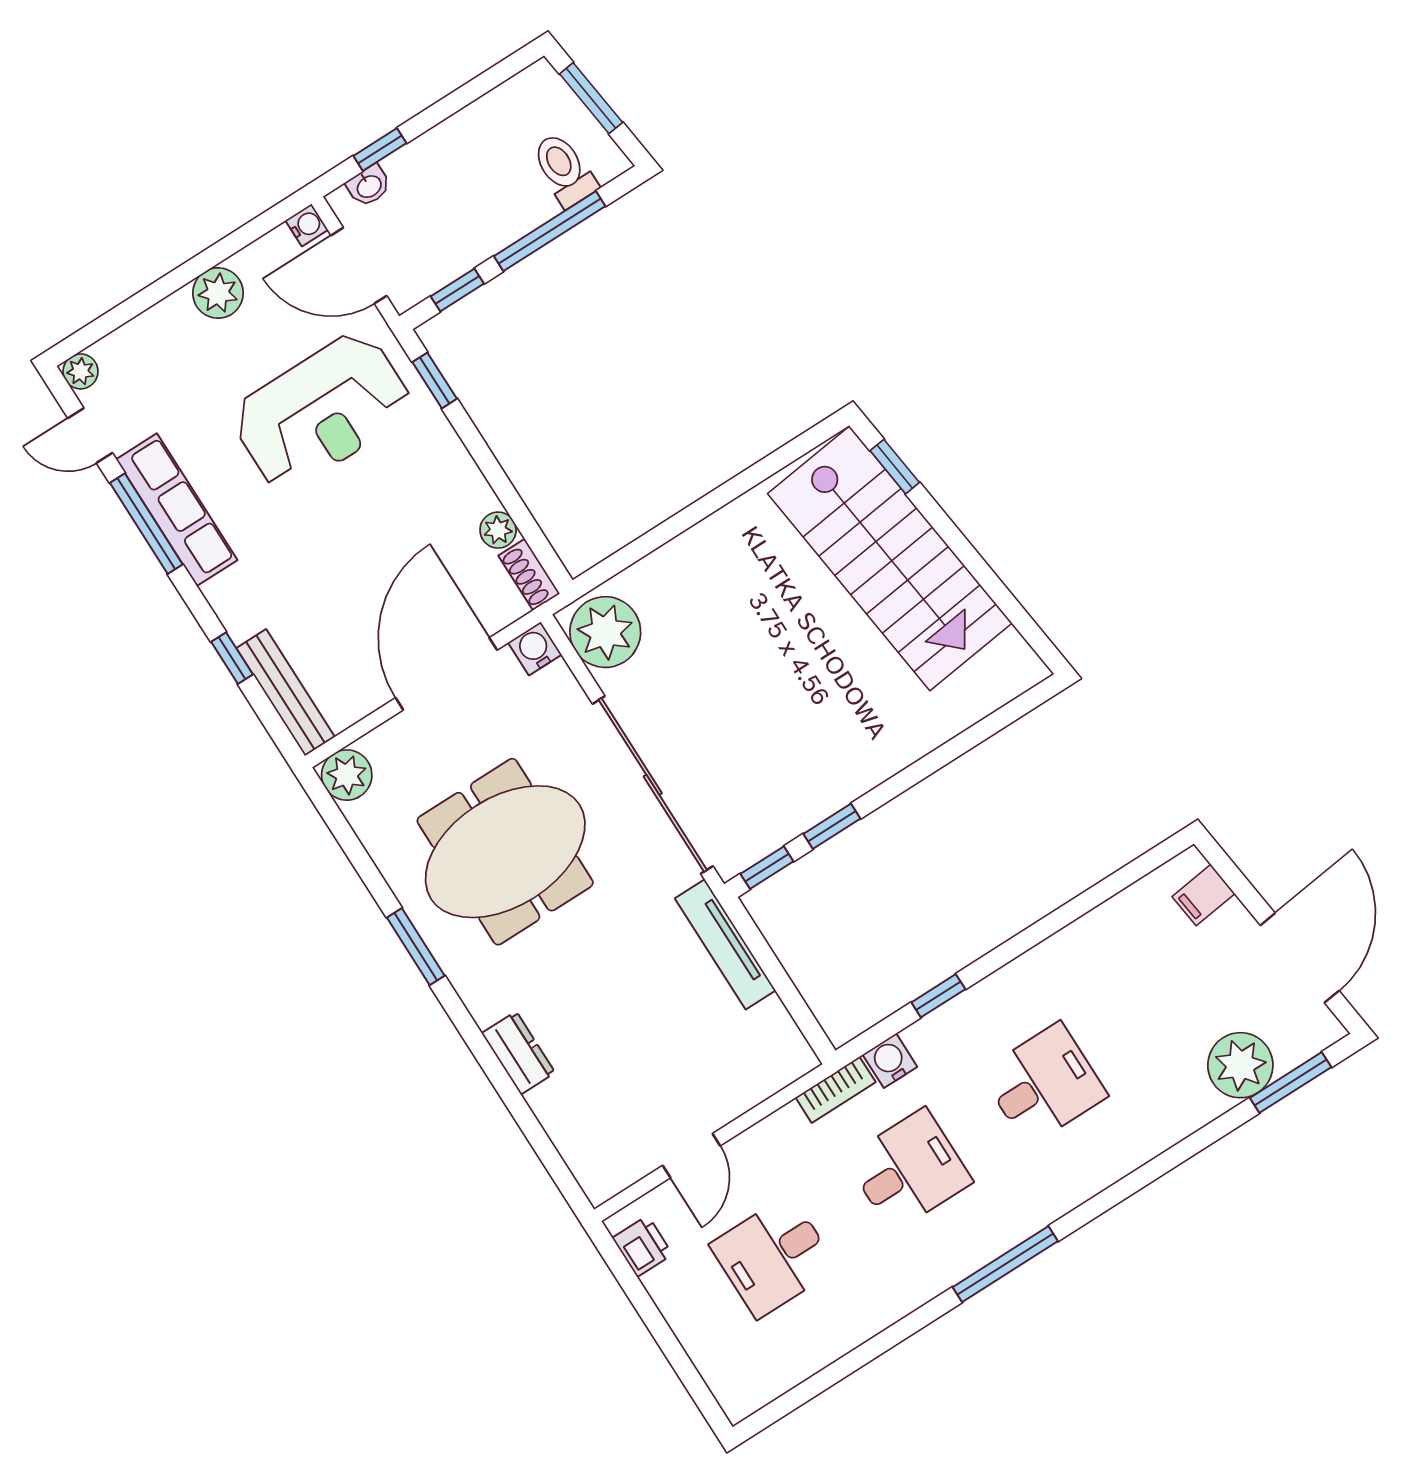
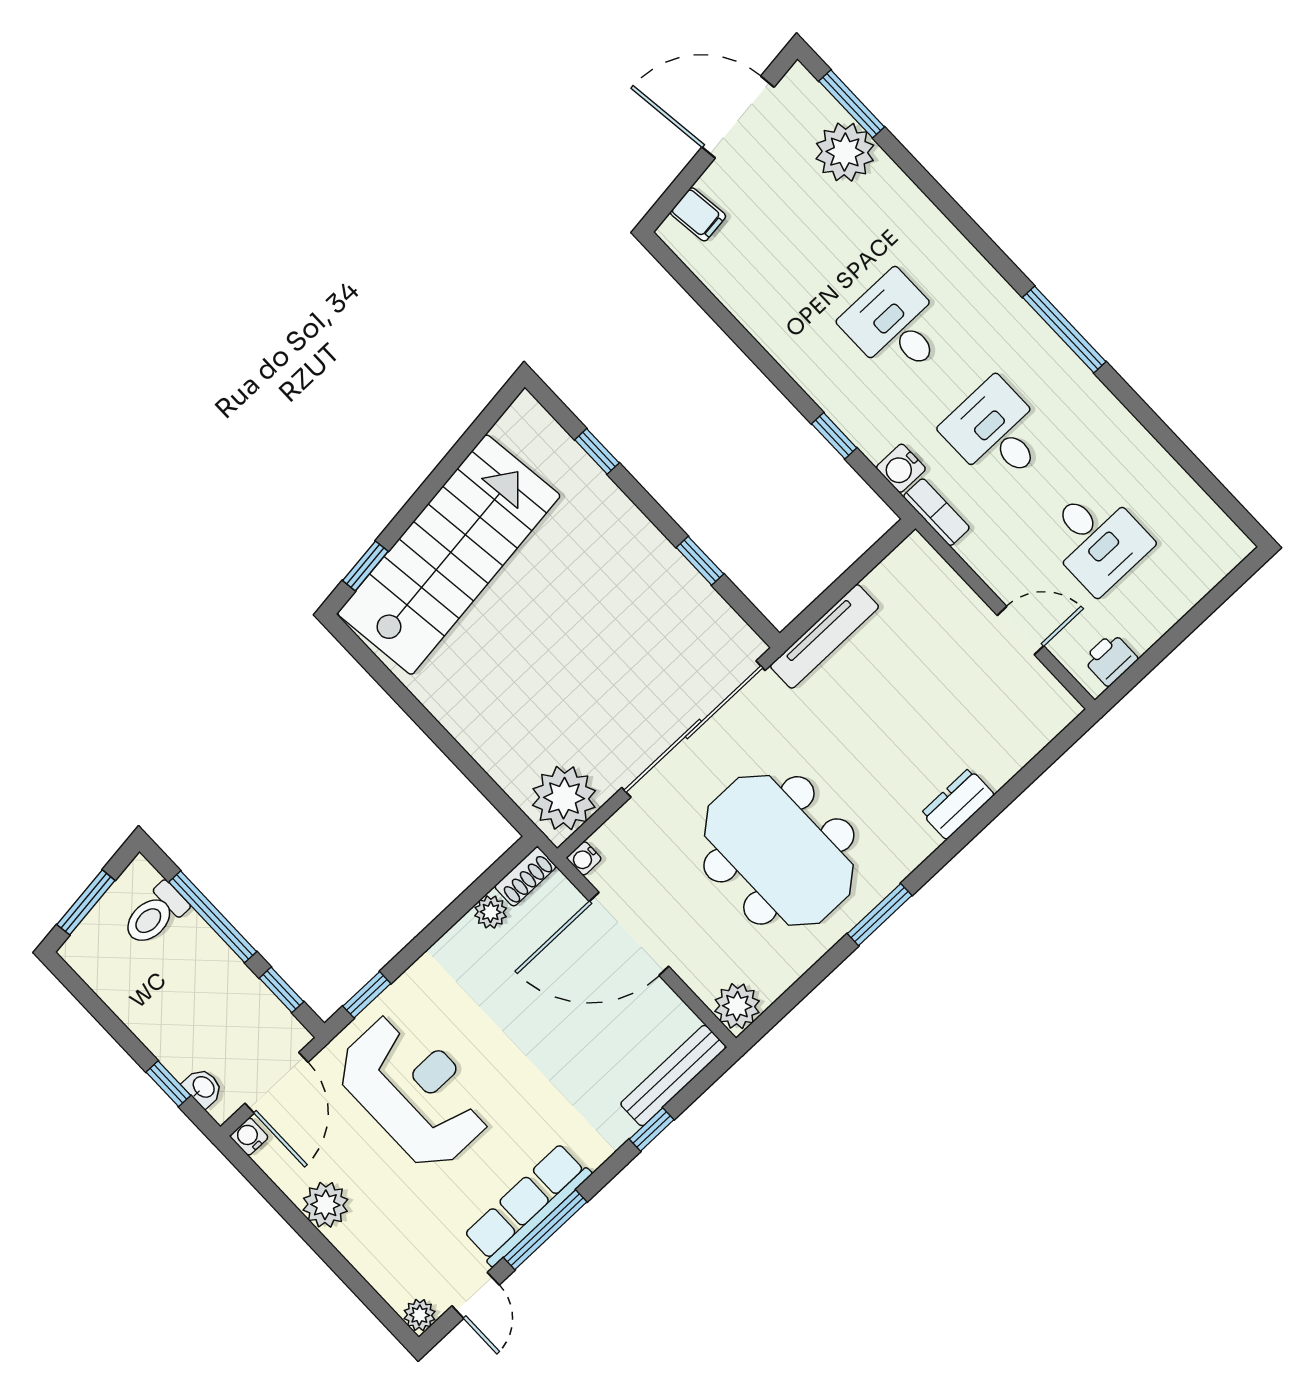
water cooler: (535, 649) -> (584, 858), width x0.72, depth x0.72
window: (767, 868) -> (597, 451), moved

